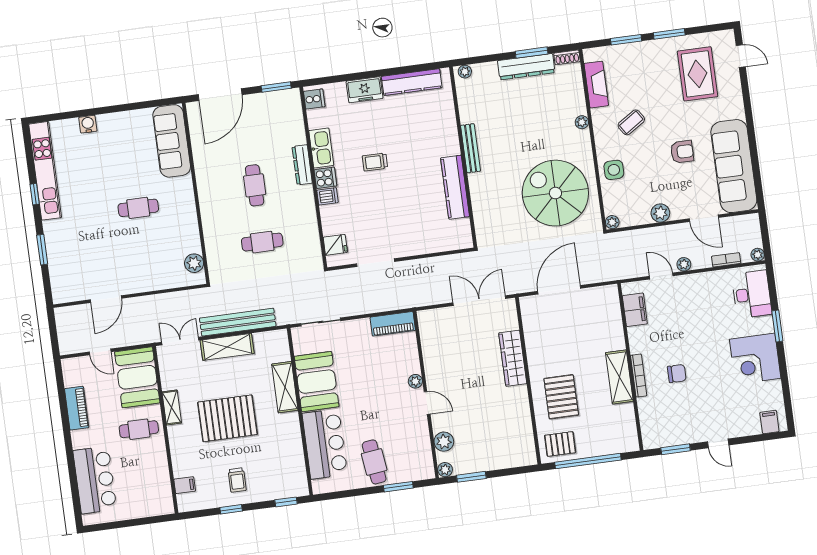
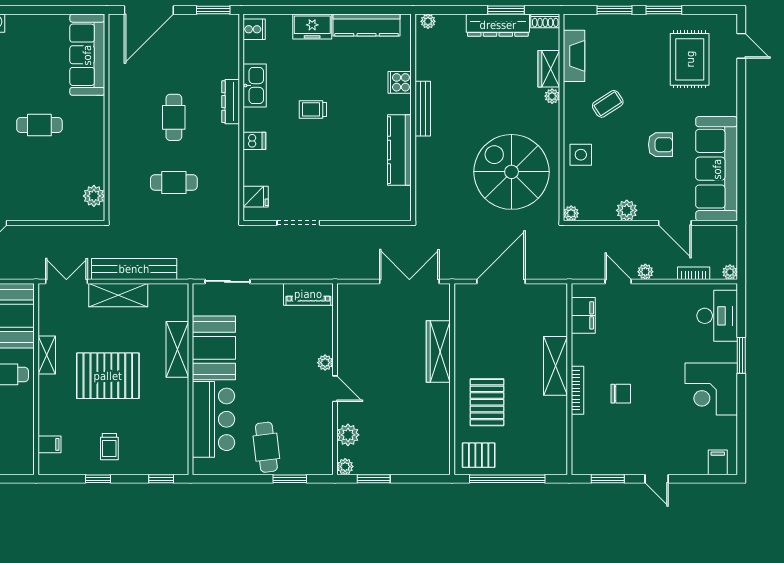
wardrobe: (576, 99) -> (549, 69), added
cooker: (325, 178) -> (400, 82), moved, turned 180
shelving: (619, 377) -> (556, 366), moved

